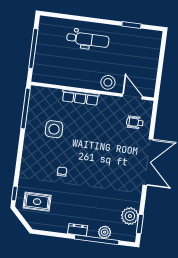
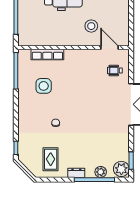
stool: (108, 82) -> (91, 26), moved
row of seats: (80, 97) -> (47, 54), moved
rug: (37, 202) -> (51, 159), moved, turned 90
plant: (130, 216) -> (121, 169), moved

